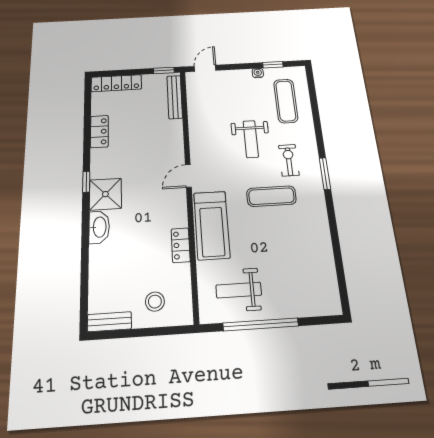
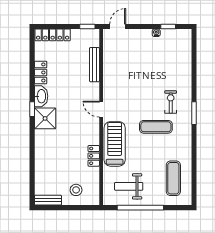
bench: (175, 97) -> (94, 65), moved
exercise mat: (286, 101) -> (173, 178), moved
weight bench: (251, 139) -> (146, 85), removed
door: (188, 176) -> (101, 109), hinge flipped
treadmill: (212, 225) -> (115, 144), turned 180
washbasin: (99, 227) -> (41, 96), moved

